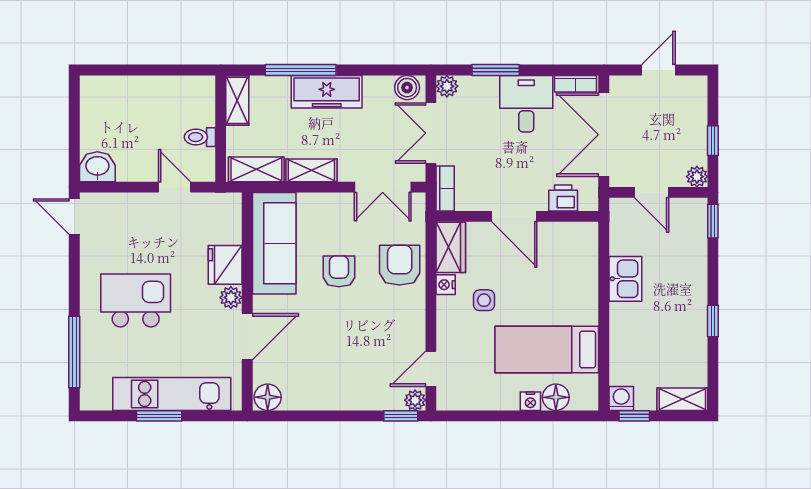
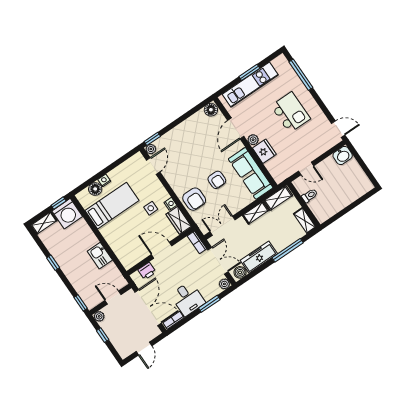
freezer: (327, 92) -> (259, 257), moved
kitchen island: (136, 300) -> (291, 112), turned -90
washing machine: (621, 399) -> (67, 214), width x1.89, depth x1.89

